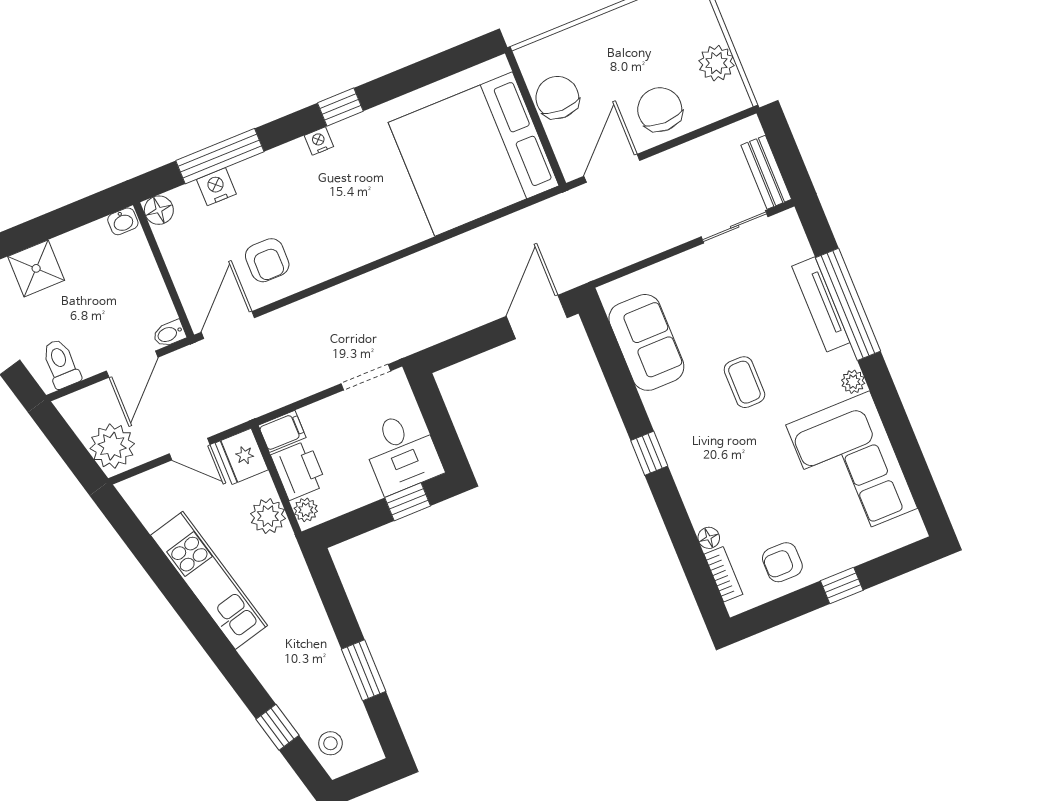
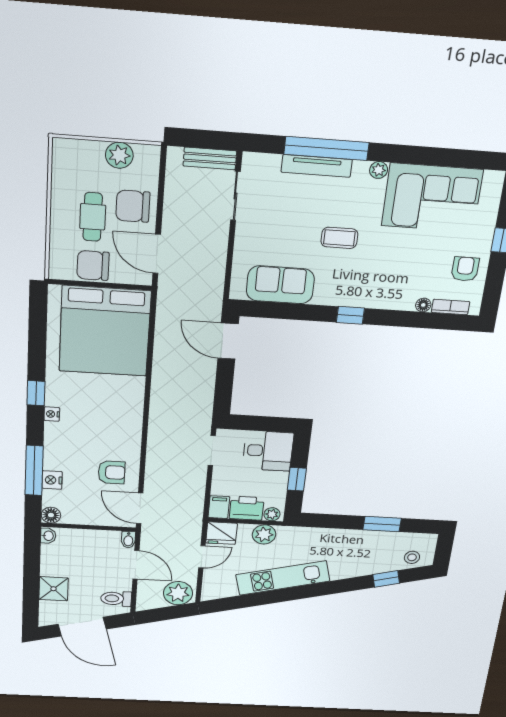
cafe table: (622, 68) -> (93, 217), added
window: (408, 502) -> (297, 479), moved
armchair: (782, 562) -> (465, 269), turned 180

